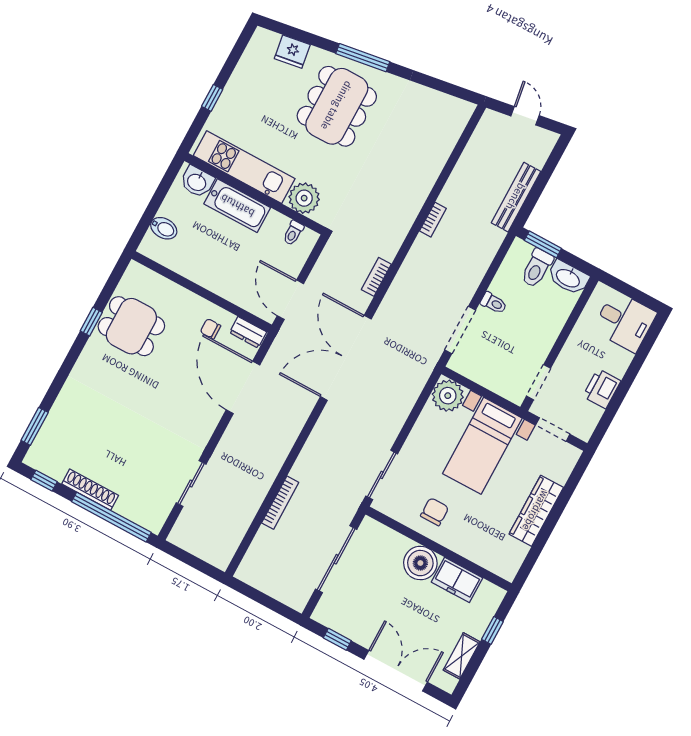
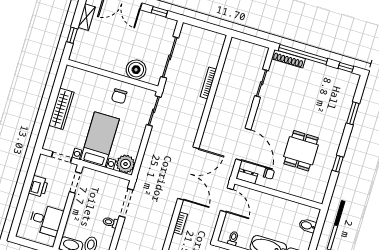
desk: (625, 321) -> (46, 220), moved, turned 180
dining table: (131, 326) -> (301, 151), moved, turned 90
window: (35, 426) -> (353, 113), moved
shoe rack: (90, 490) -> (288, 59), moved
boiler: (420, 563) -> (136, 70), moved
freezer: (457, 580) -> (98, 60), removed

